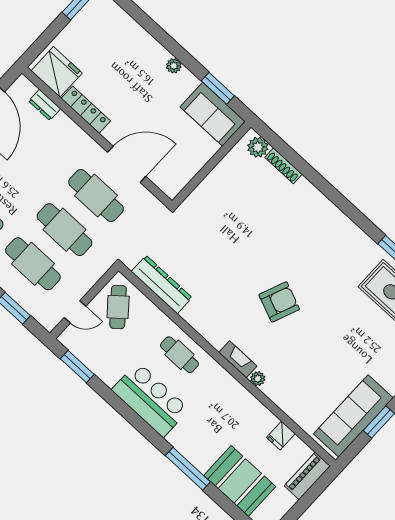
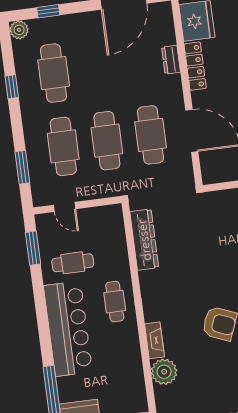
dresser: (45, 105) -> (171, 60), moved
cafe table: (118, 307) -> (73, 263), moved, turned 40
plant: (258, 379) -> (164, 372), width x1.88, depth x1.88
bar counter: (150, 400) -> (68, 329), width x1.36

